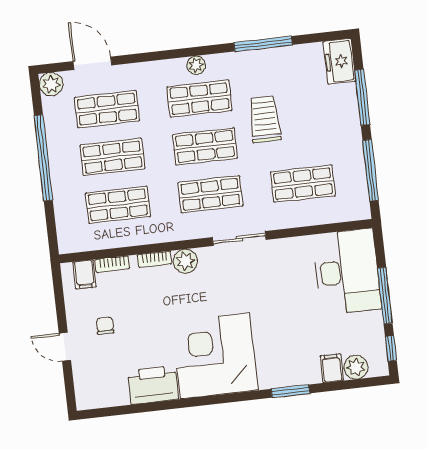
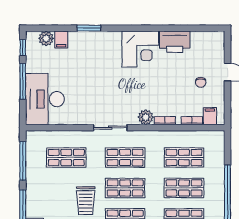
corner desk: (215, 356) -> (140, 49), width x0.74, depth x0.74

